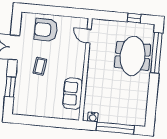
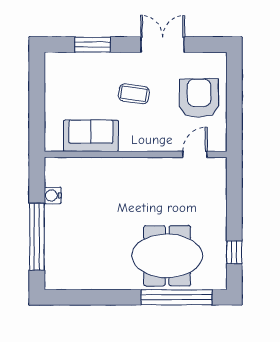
door: (89, 36) -> (195, 154), moved
wall: (85, 69) -> (136, 154), moved
sofa: (73, 94) -> (91, 136), moved

